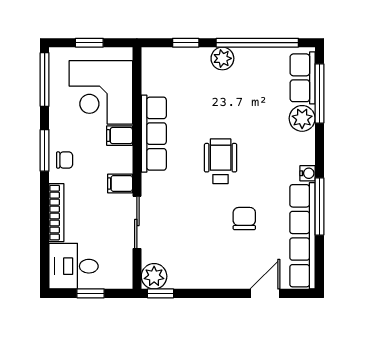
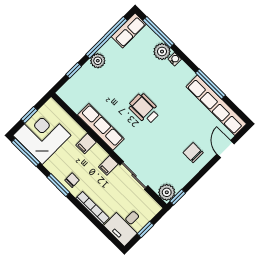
row of seats: (303, 78) -> (129, 30), moved, turned -90
corner desk: (101, 92) -> (42, 135), moved, turned 180
water cooler: (308, 173) -> (175, 59), moved
chair: (244, 219) -> (193, 153), moved

